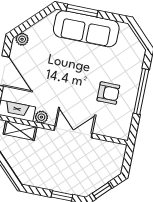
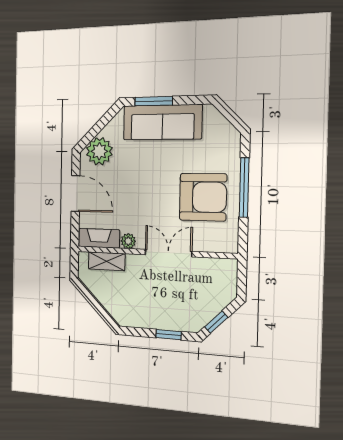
plant: (22, 39) -> (99, 151), width x1.88, depth x1.88
armchair: (108, 93) -> (203, 197), width x1.88, depth x1.88

